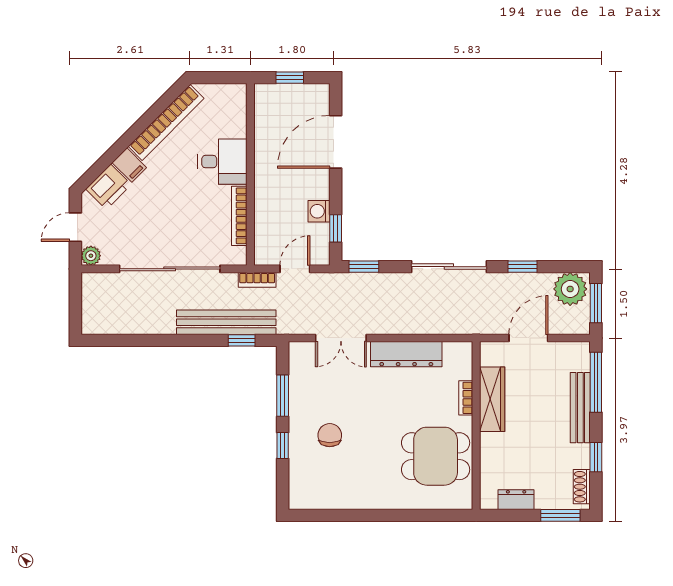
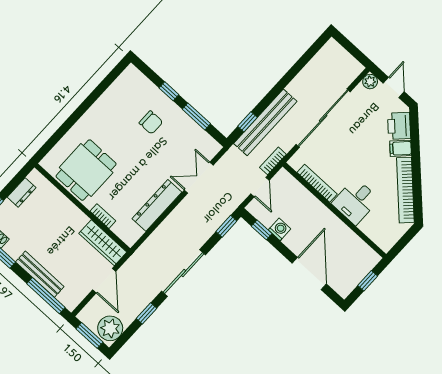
wardrobe: (492, 399) -> (103, 243), moved

